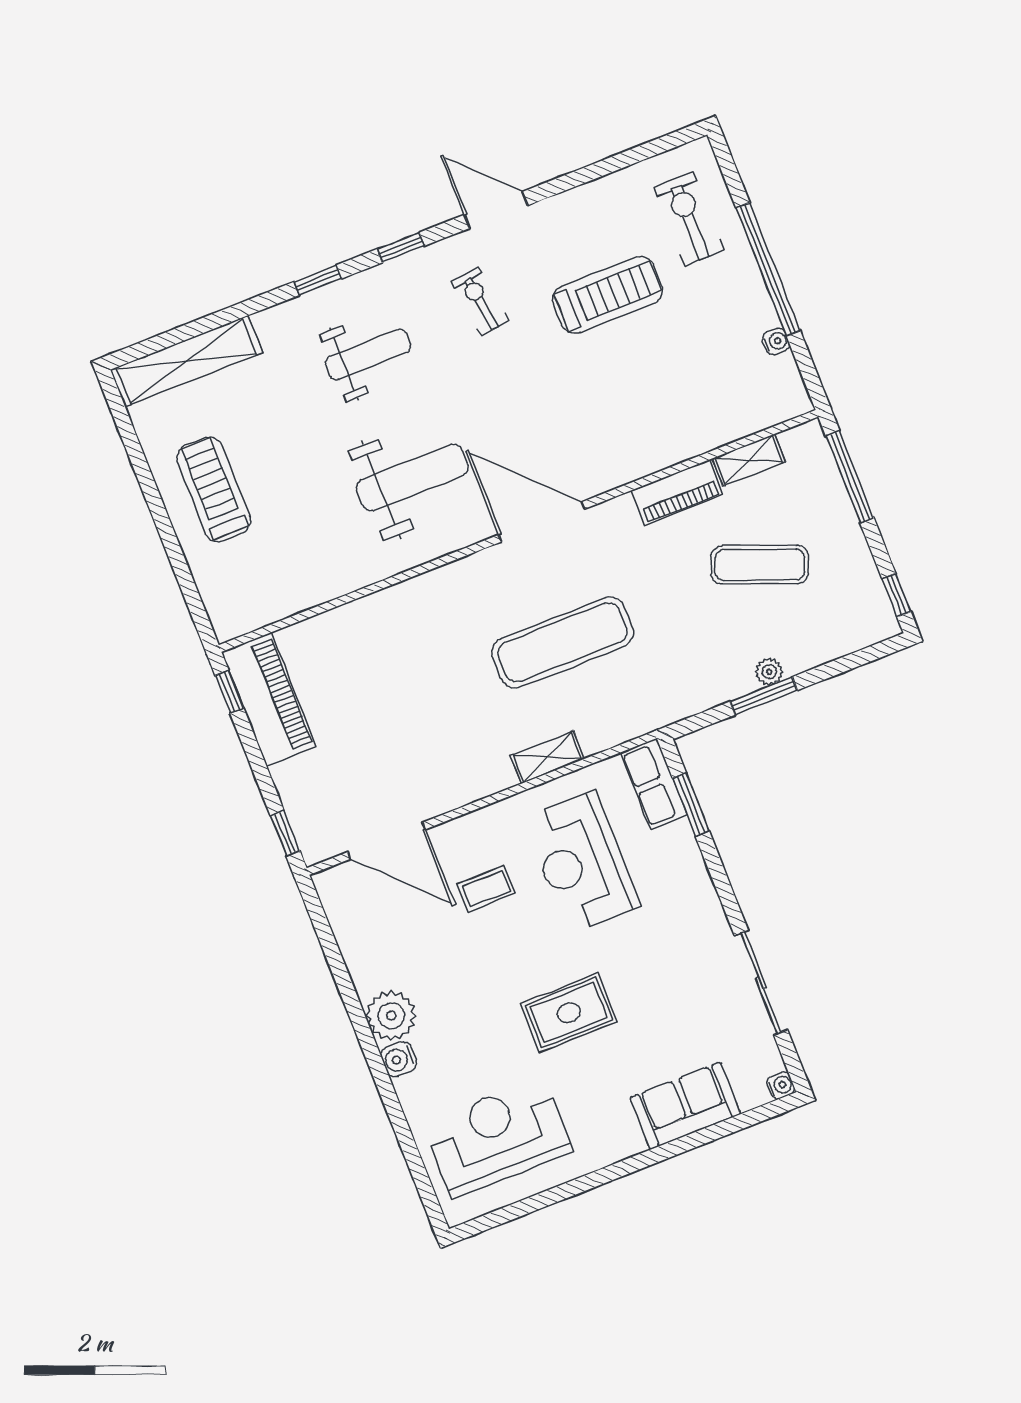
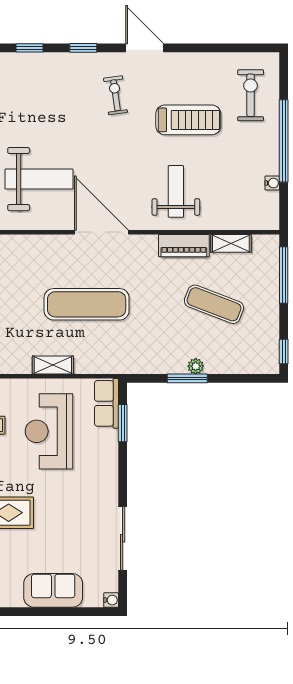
weight bench: (368, 355) -> (176, 191), moved, turned -90

